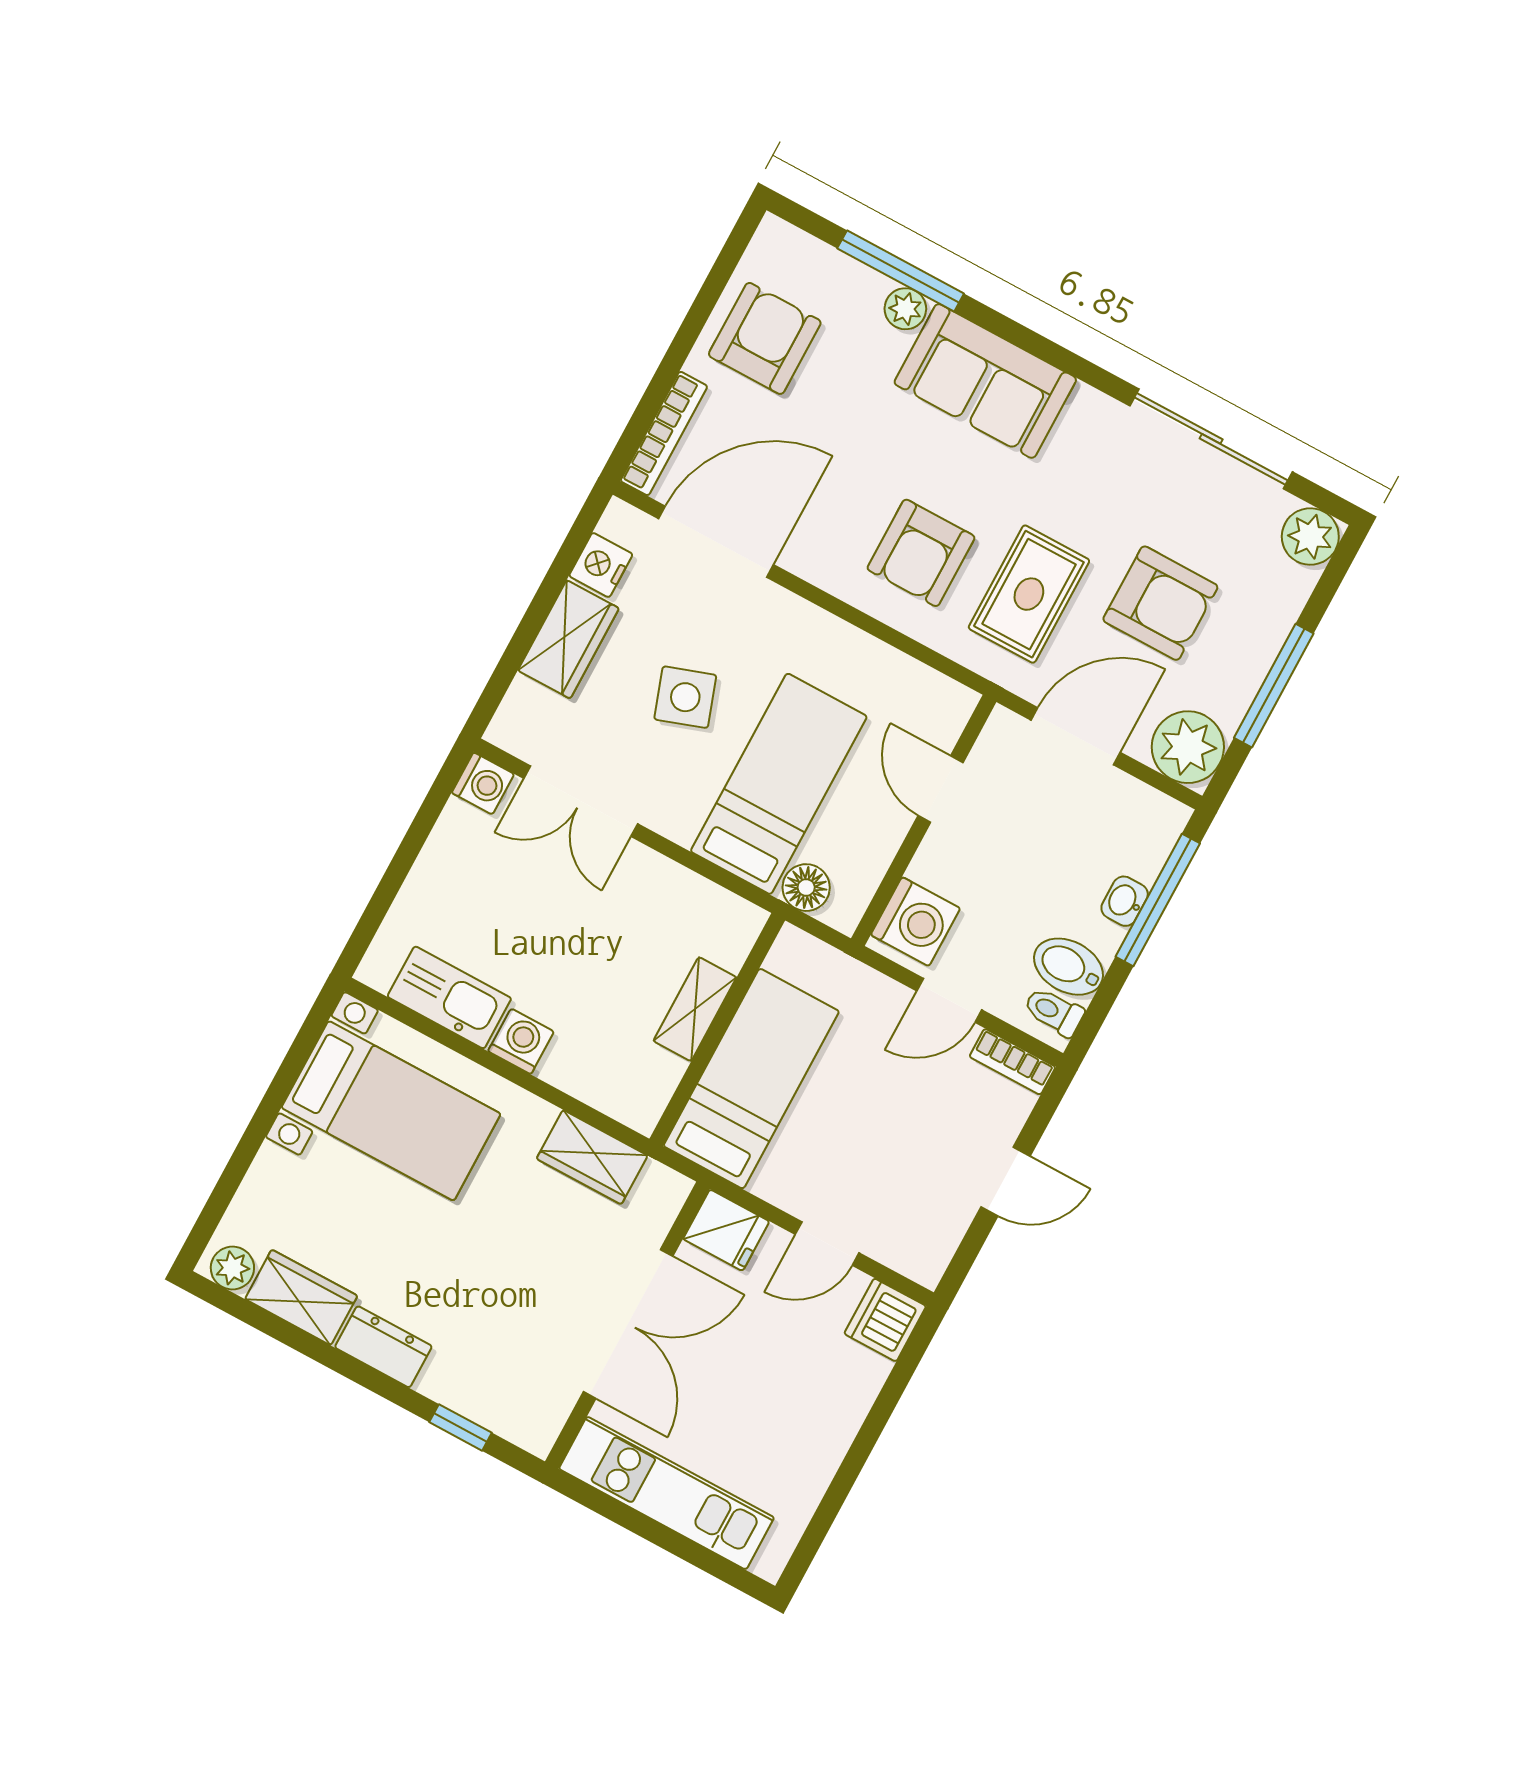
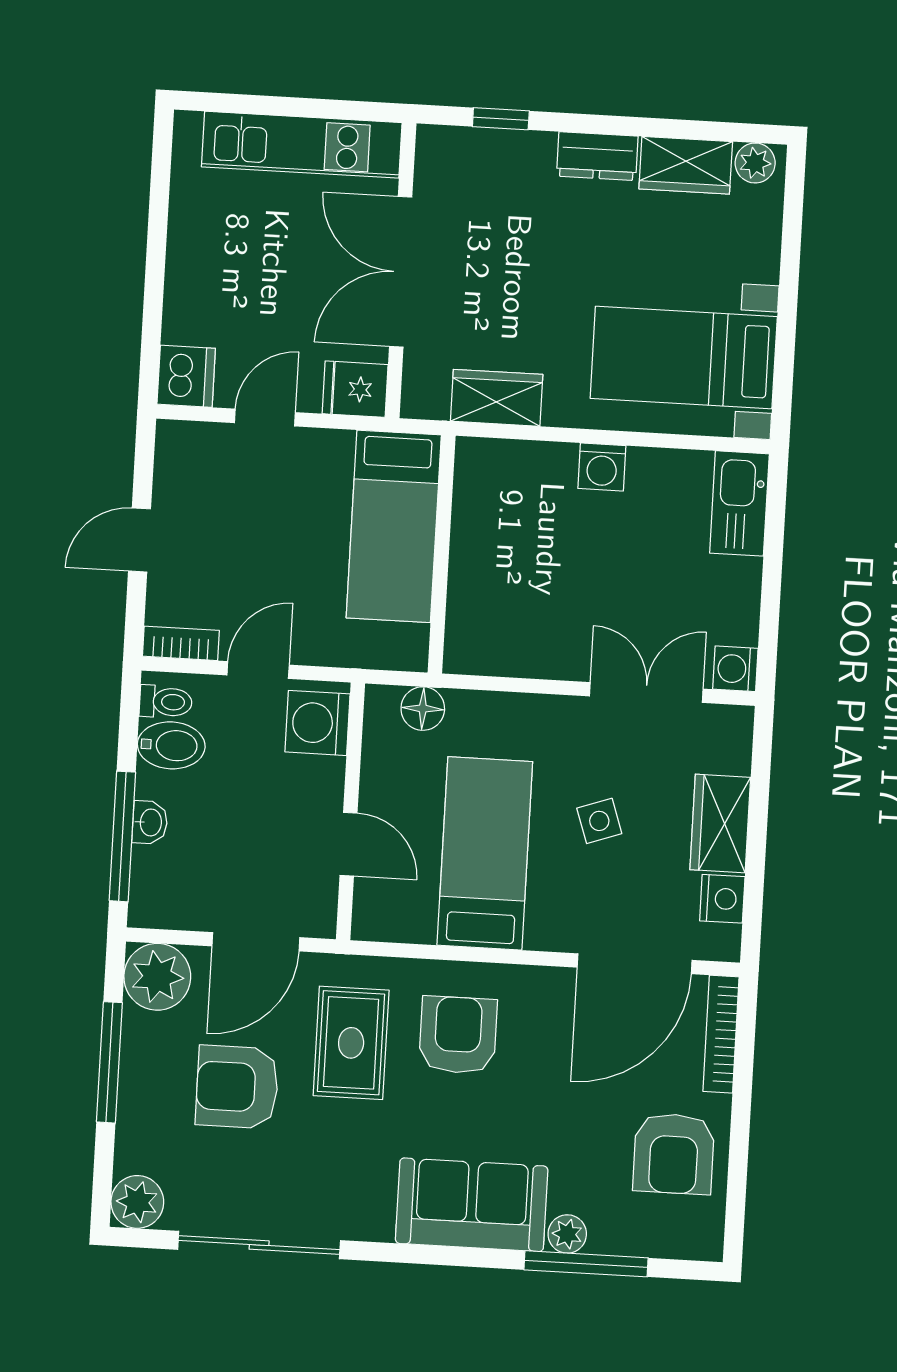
side table: (685, 697) -> (599, 821), width x0.73, depth x0.73
bed: (779, 784) -> (485, 853), moved, turned 180
kitchen sink: (449, 997) -> (739, 503), moved, turned 90
shelving: (695, 1009) -> (468, 563), removed

